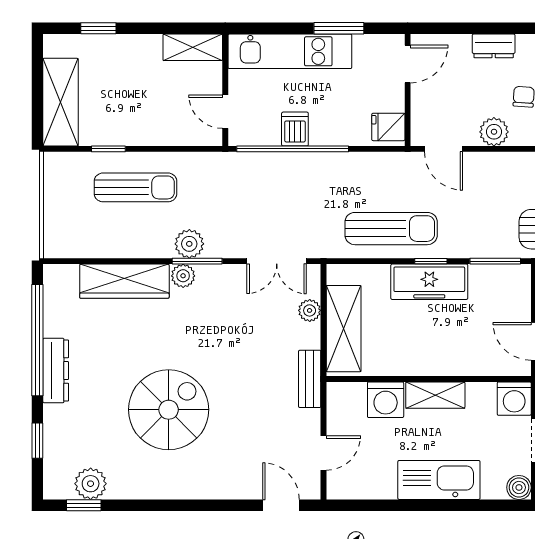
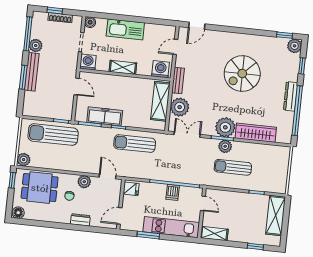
sun lounger: (135, 187) -> (233, 167), moved
plant: (183, 276) -> (225, 127), width x1.87, depth x1.87
freezer: (429, 282) -> (105, 116), moved
plant: (310, 310) -> (180, 107), width x1.87, depth x1.87
washing machine: (386, 400) -> (161, 69), moved
plant: (91, 484) -> (295, 46), moved
door: (281, 505) -> (197, 26), hinge flipped

